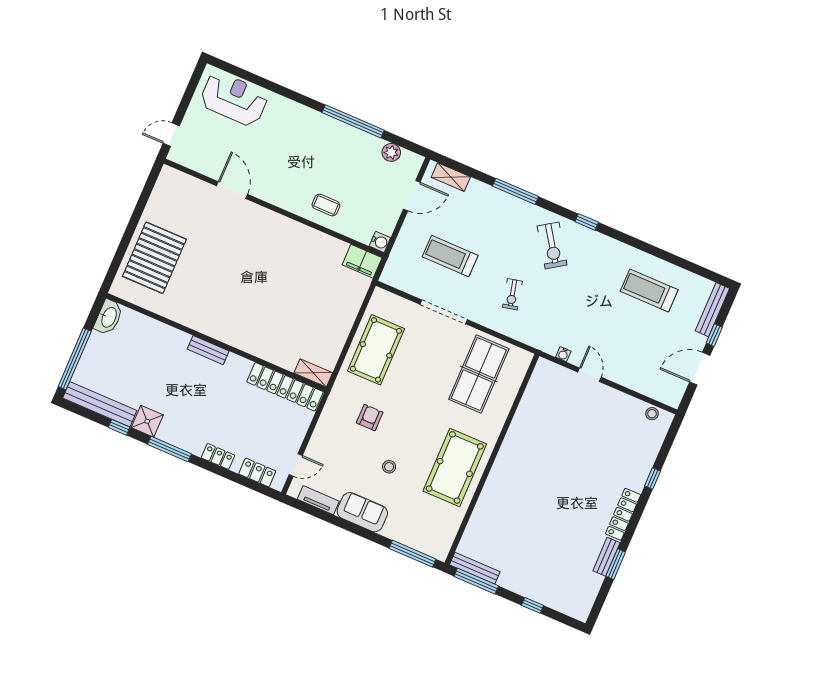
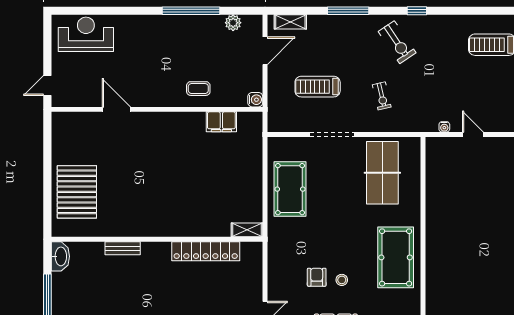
filing cabinet: (362, 261) -> (221, 122), moved
bench: (208, 350) -> (123, 248), moved
locker: (285, 387) -> (206, 251), moved
armchair: (370, 418) -> (317, 277), moved

